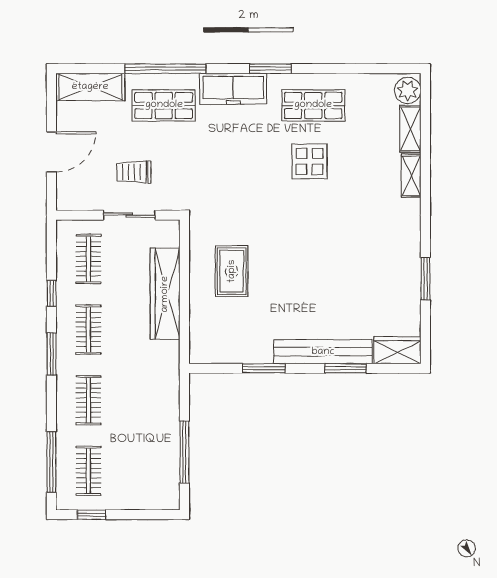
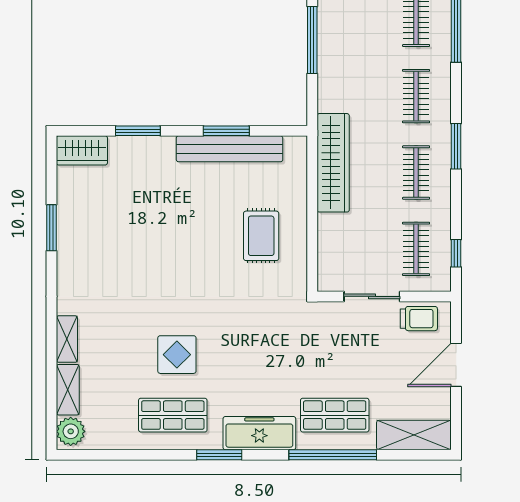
trolley: (134, 172) -> (419, 319), moved
window: (51, 293) -> (456, 253), moved
wardrobe: (165, 294) -> (333, 163), moved
bench: (323, 352) -> (230, 149), moved

